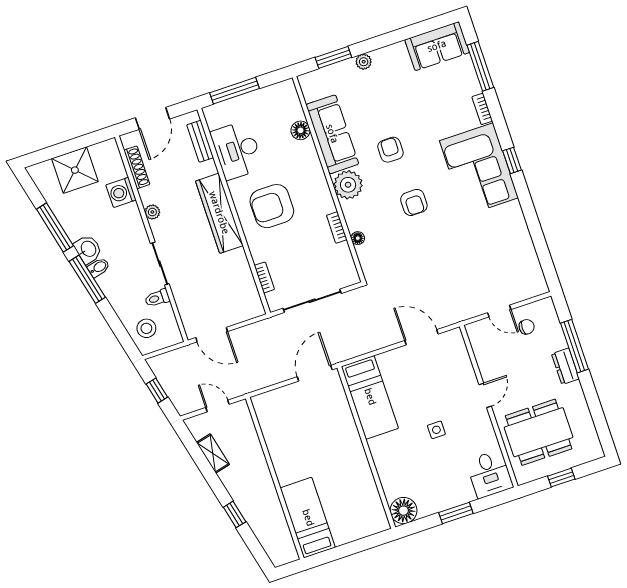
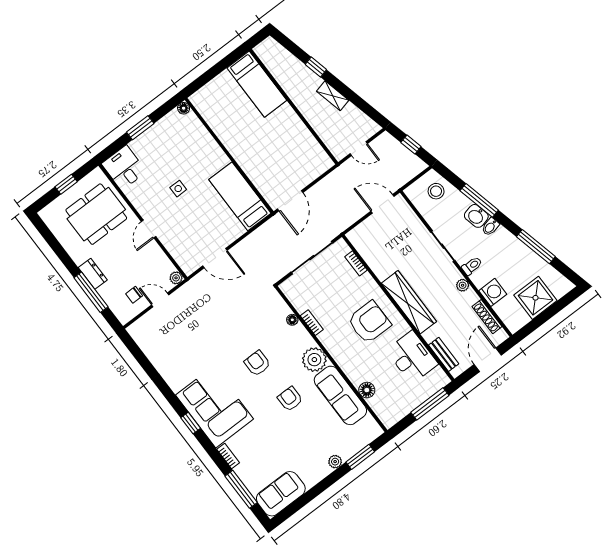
armchair: (390, 150) -> (290, 399), turned 180
washbasin: (88, 249) -> (476, 216), moved
window: (87, 279) -> (479, 200), moved
toilet: (157, 298) -> (472, 266), moved
plant: (473, 330) -> (176, 278), added
shelving: (213, 453) -> (333, 96), moved
floor lamp: (404, 511) -> (184, 108), width x0.53, depth x0.53

